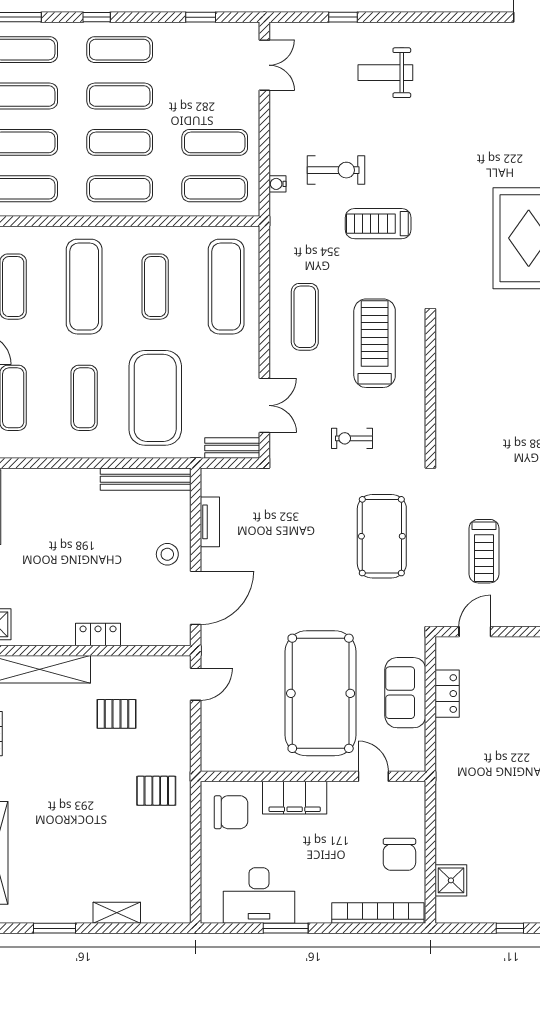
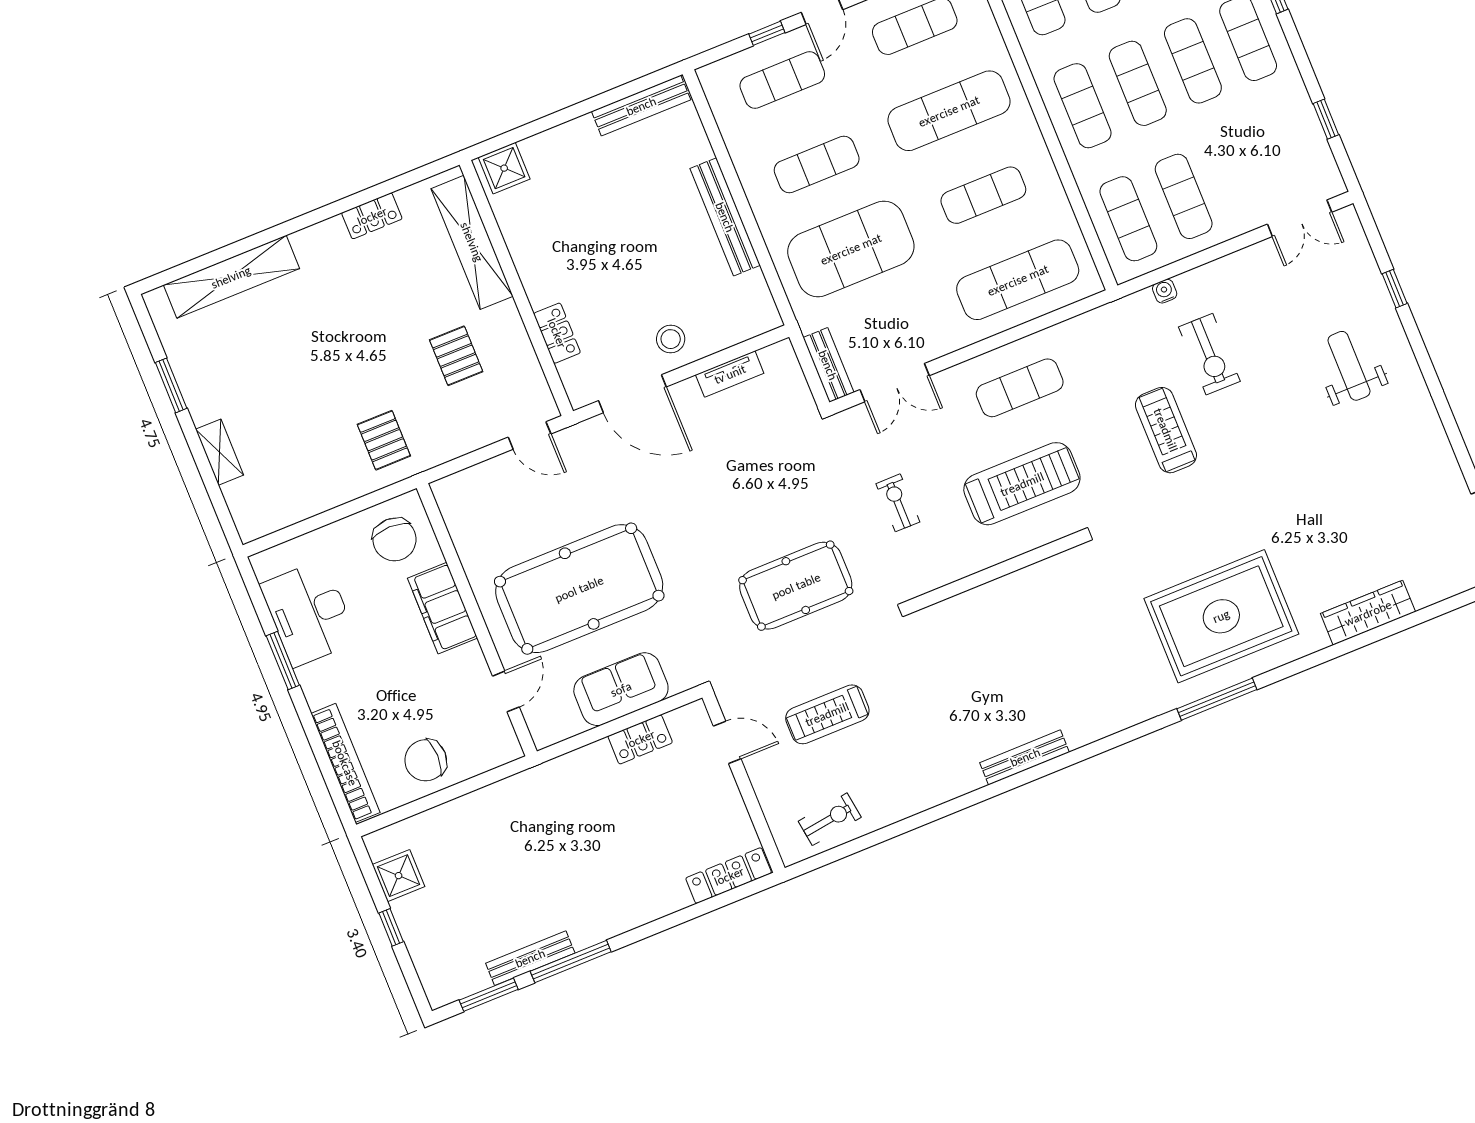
bench: (146, 479) -> (725, 217), moved
locker: (98, 635) -> (557, 333), moved
shower: (451, 880) -> (399, 876), moved

